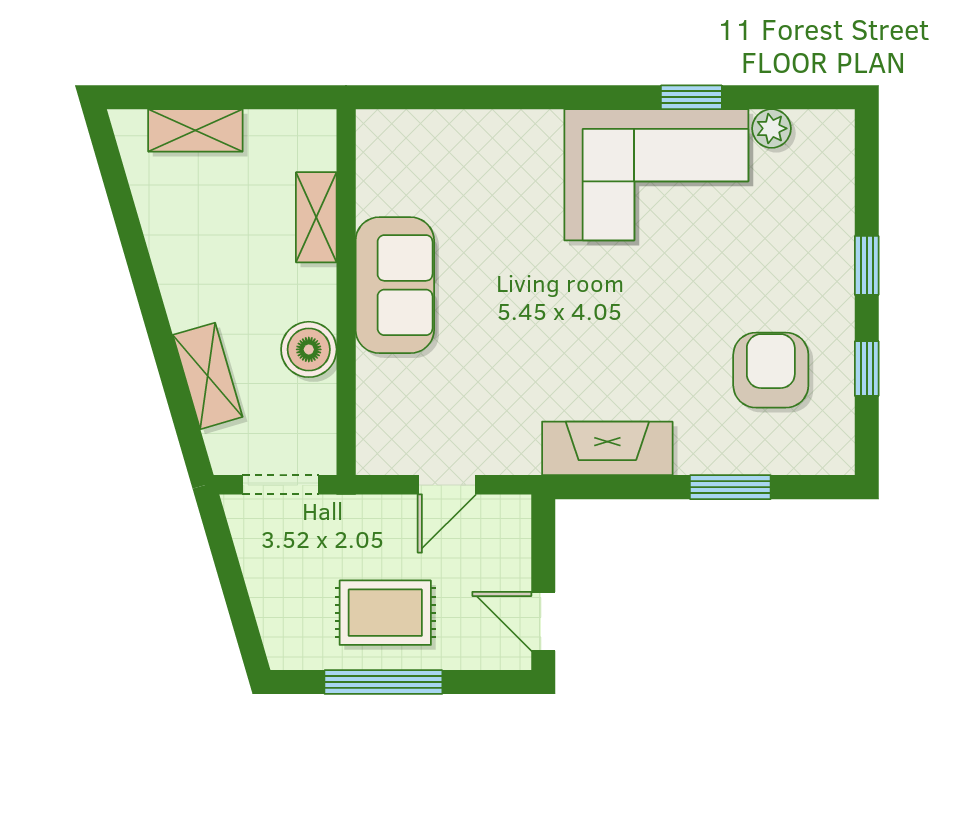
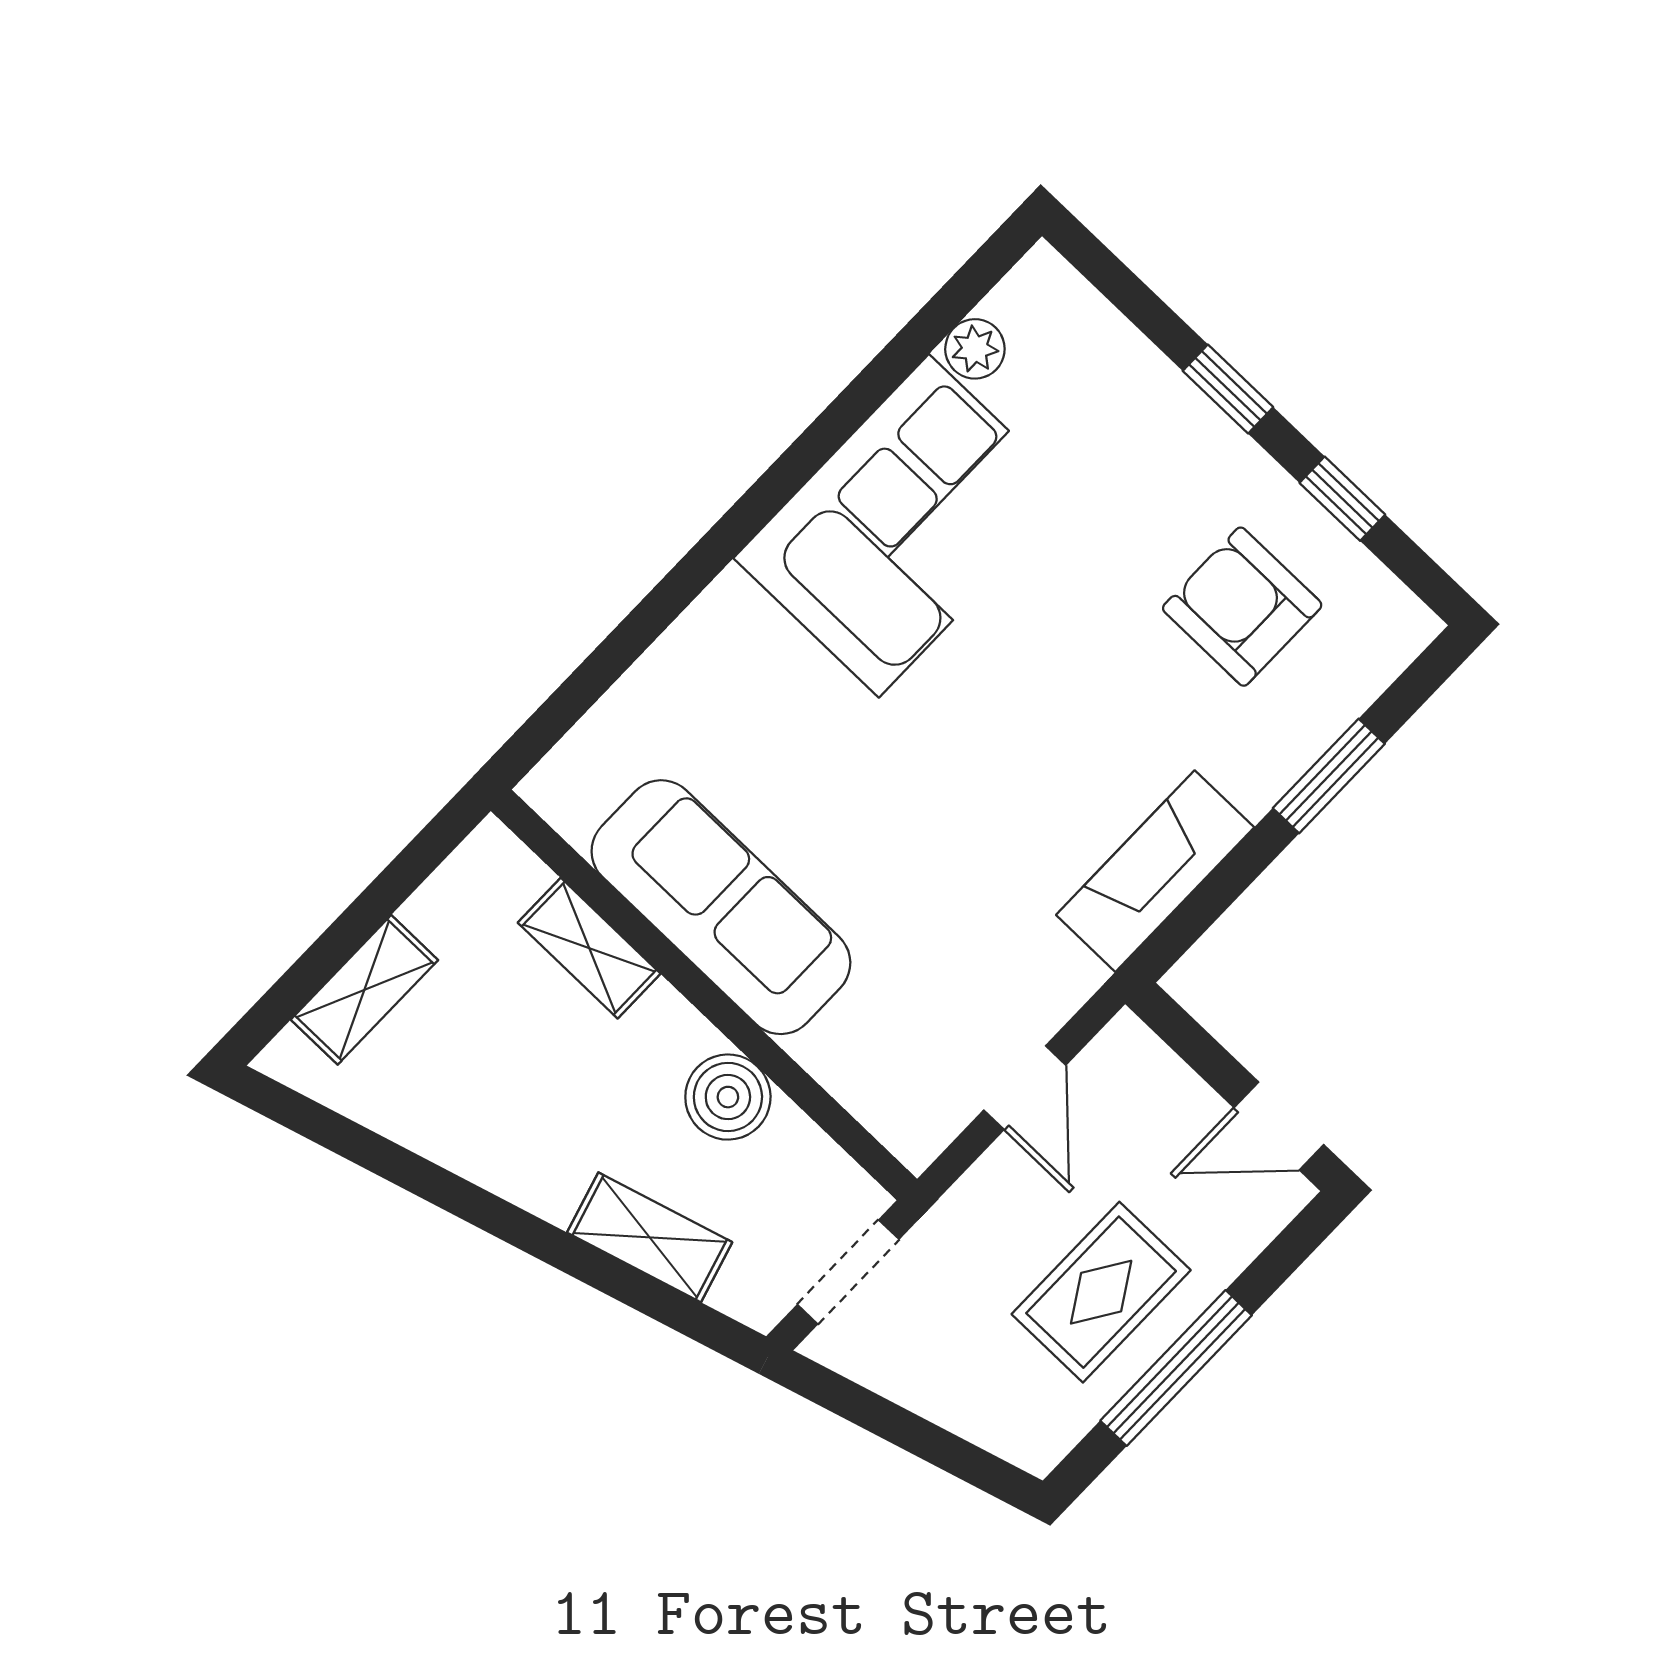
window: (691, 97) -> (855, 405), removed
sofa: (395, 285) -> (721, 907), width x1.36

